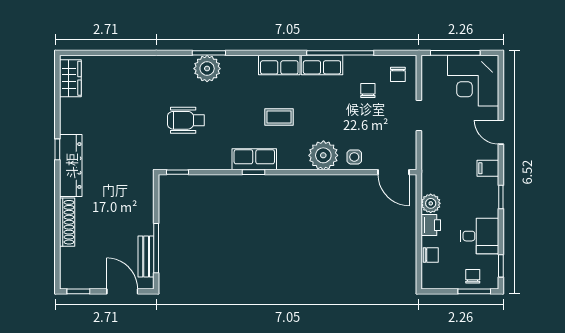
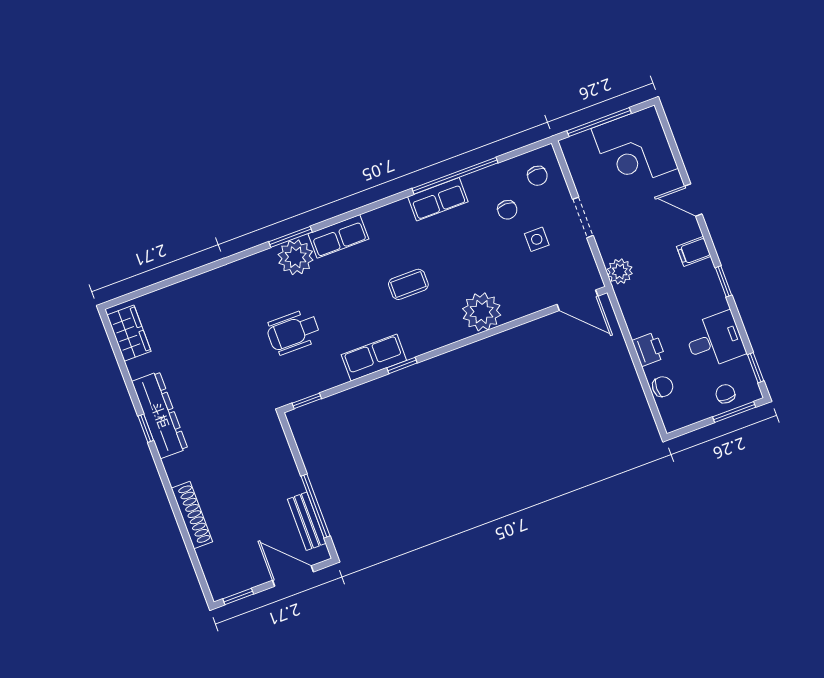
row of seats: (279, 65) -> (338, 236), moved
chair: (368, 90) -> (507, 210), turned 180
side table: (354, 157) -> (537, 239), moved
row of seats: (254, 159) -> (374, 358), moved
dresser: (71, 166) -> (160, 415), moved
plant: (431, 203) -> (620, 271), moved

